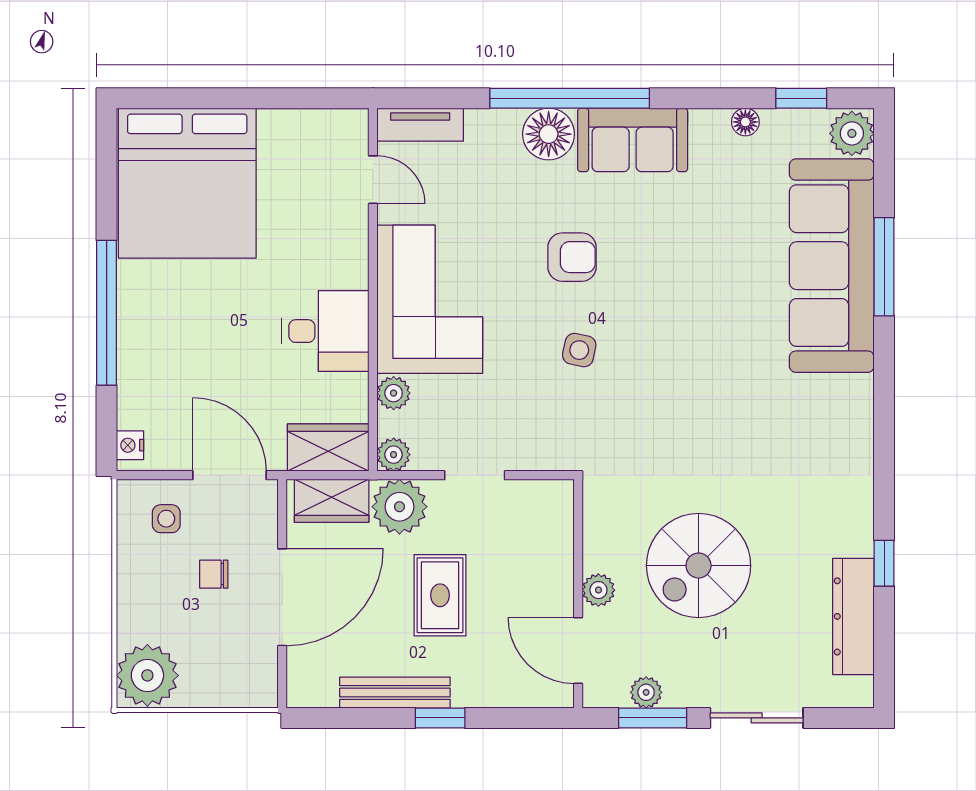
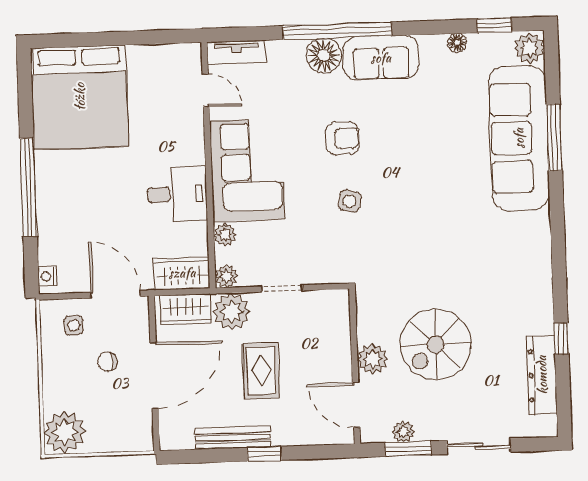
plant: (598, 590) -> (372, 359), width x1.38, depth x1.38

